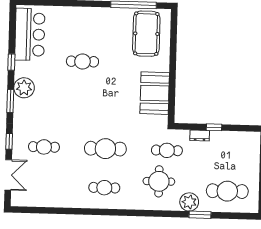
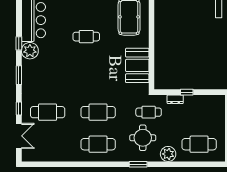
cafe table: (82, 61) -> (86, 37), moved
plant: (24, 88) -> (30, 51), moved
cafe table: (44, 147) -> (48, 112), width x1.37, depth x1.35
cafe table: (104, 188) -> (98, 144), width x1.37, depth x1.35
window: (200, 215) -> (138, 164), moved

